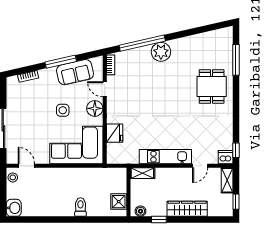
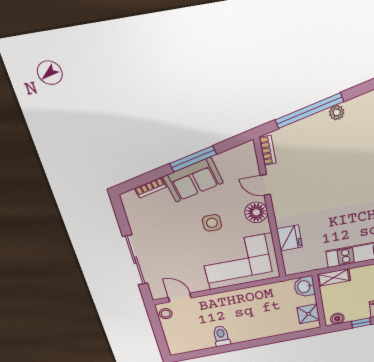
plant: (161, 52) -> (337, 112), width x0.53, depth x0.53
sofa: (75, 72) -> (193, 180), moved
toilet: (80, 207) -> (221, 336), moved
washbasin: (14, 208) -> (304, 287), moved, turned 180

